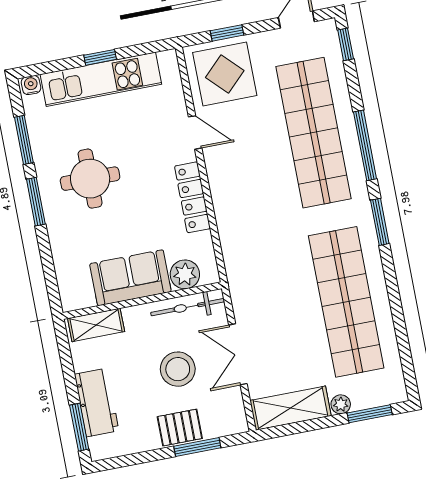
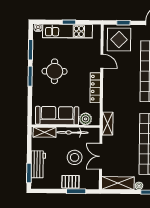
shelving: (238, 275) -> (108, 124), added
sofa: (130, 278) -> (57, 116), width x1.36
bicycle: (188, 307) -> (72, 133), moved

